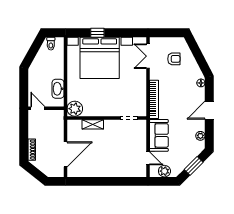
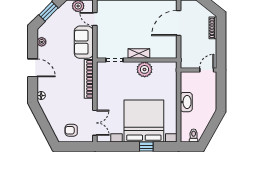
armchair: (174, 59) -> (71, 130), moved
washbasin: (58, 89) -> (186, 102), moved
door: (38, 108) -> (207, 70), swing flipped
plant: (75, 109) -> (145, 69), moved
door: (209, 110) -> (33, 68), hinge flipped
shelving: (93, 124) -> (139, 54), moved

